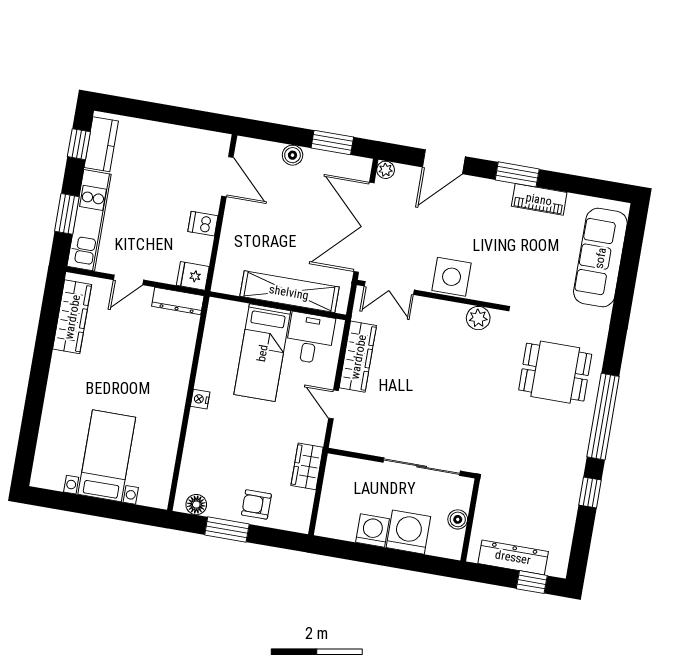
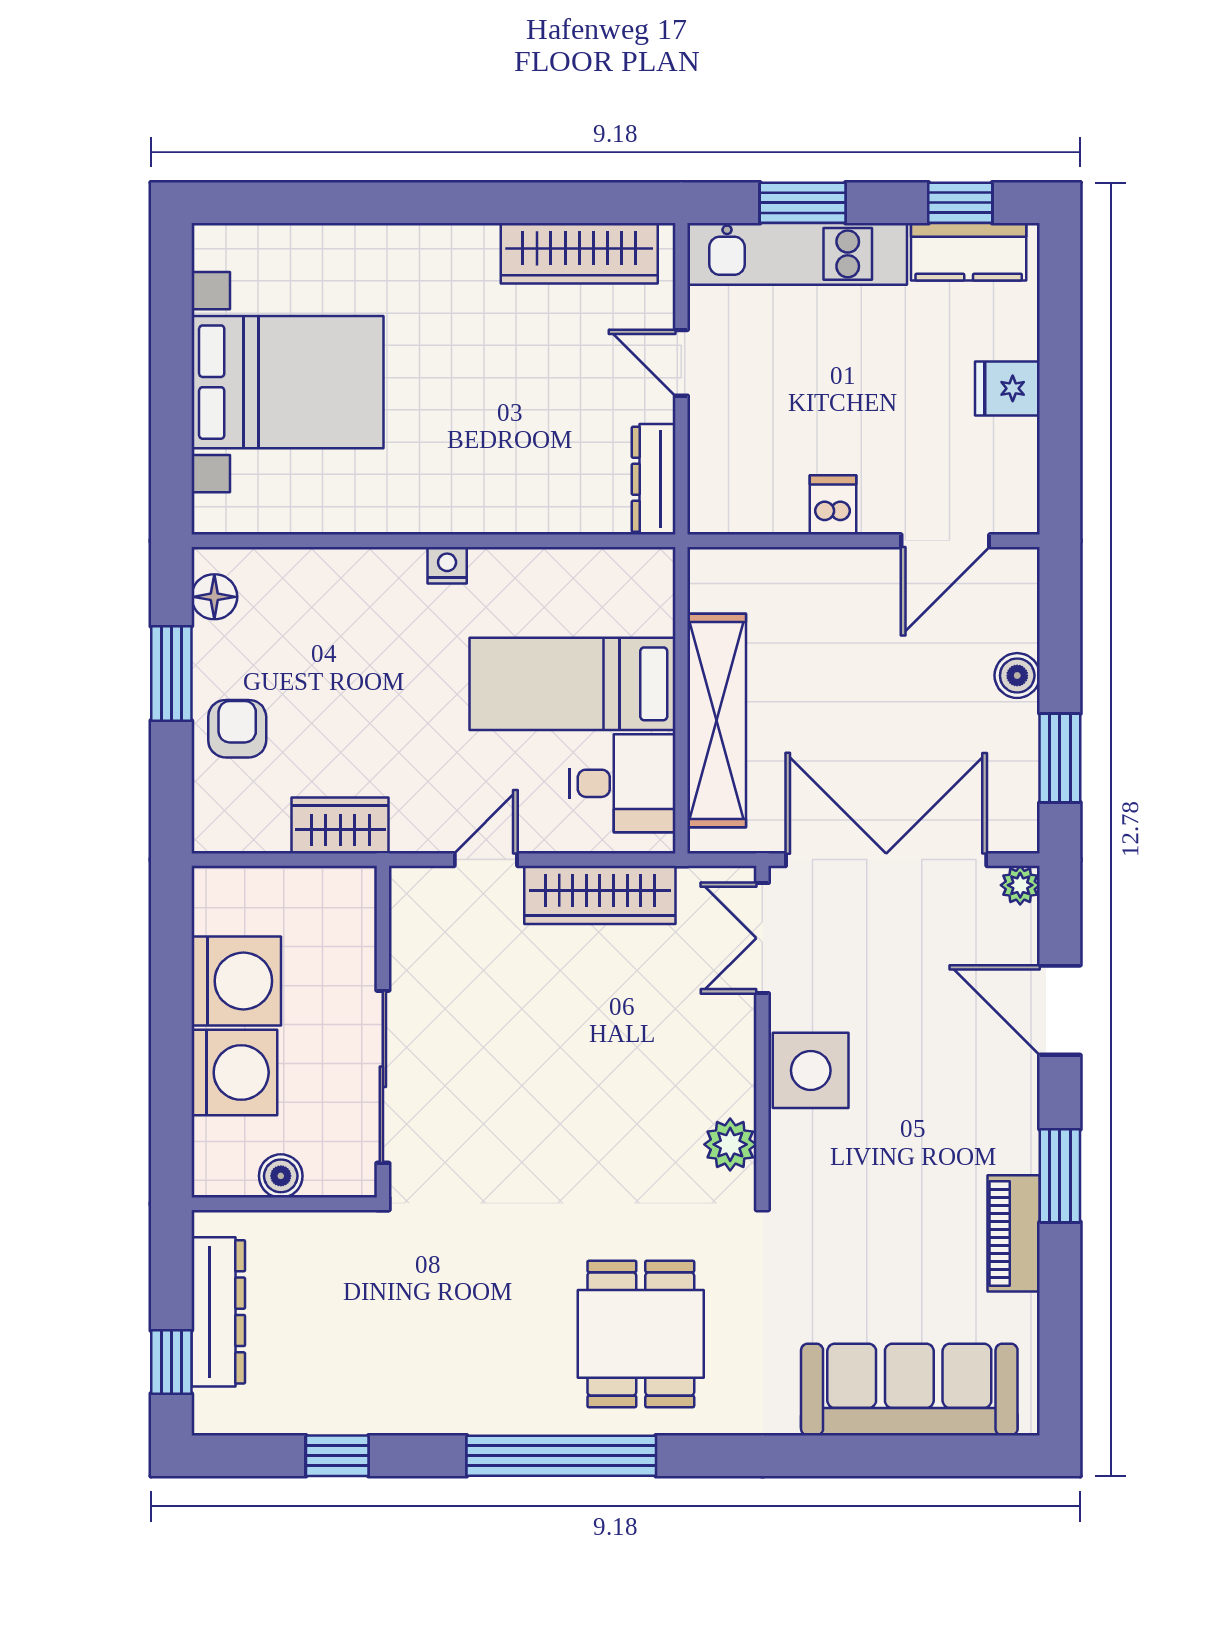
fridge: (193, 276) -> (1007, 388), moved, turned -90
bed with nightstands: (107, 456) -> (287, 382), width x1.36
window: (590, 492) -> (337, 1456), moved
washing machine: (372, 531) -> (236, 981), width x1.37, depth x1.37

